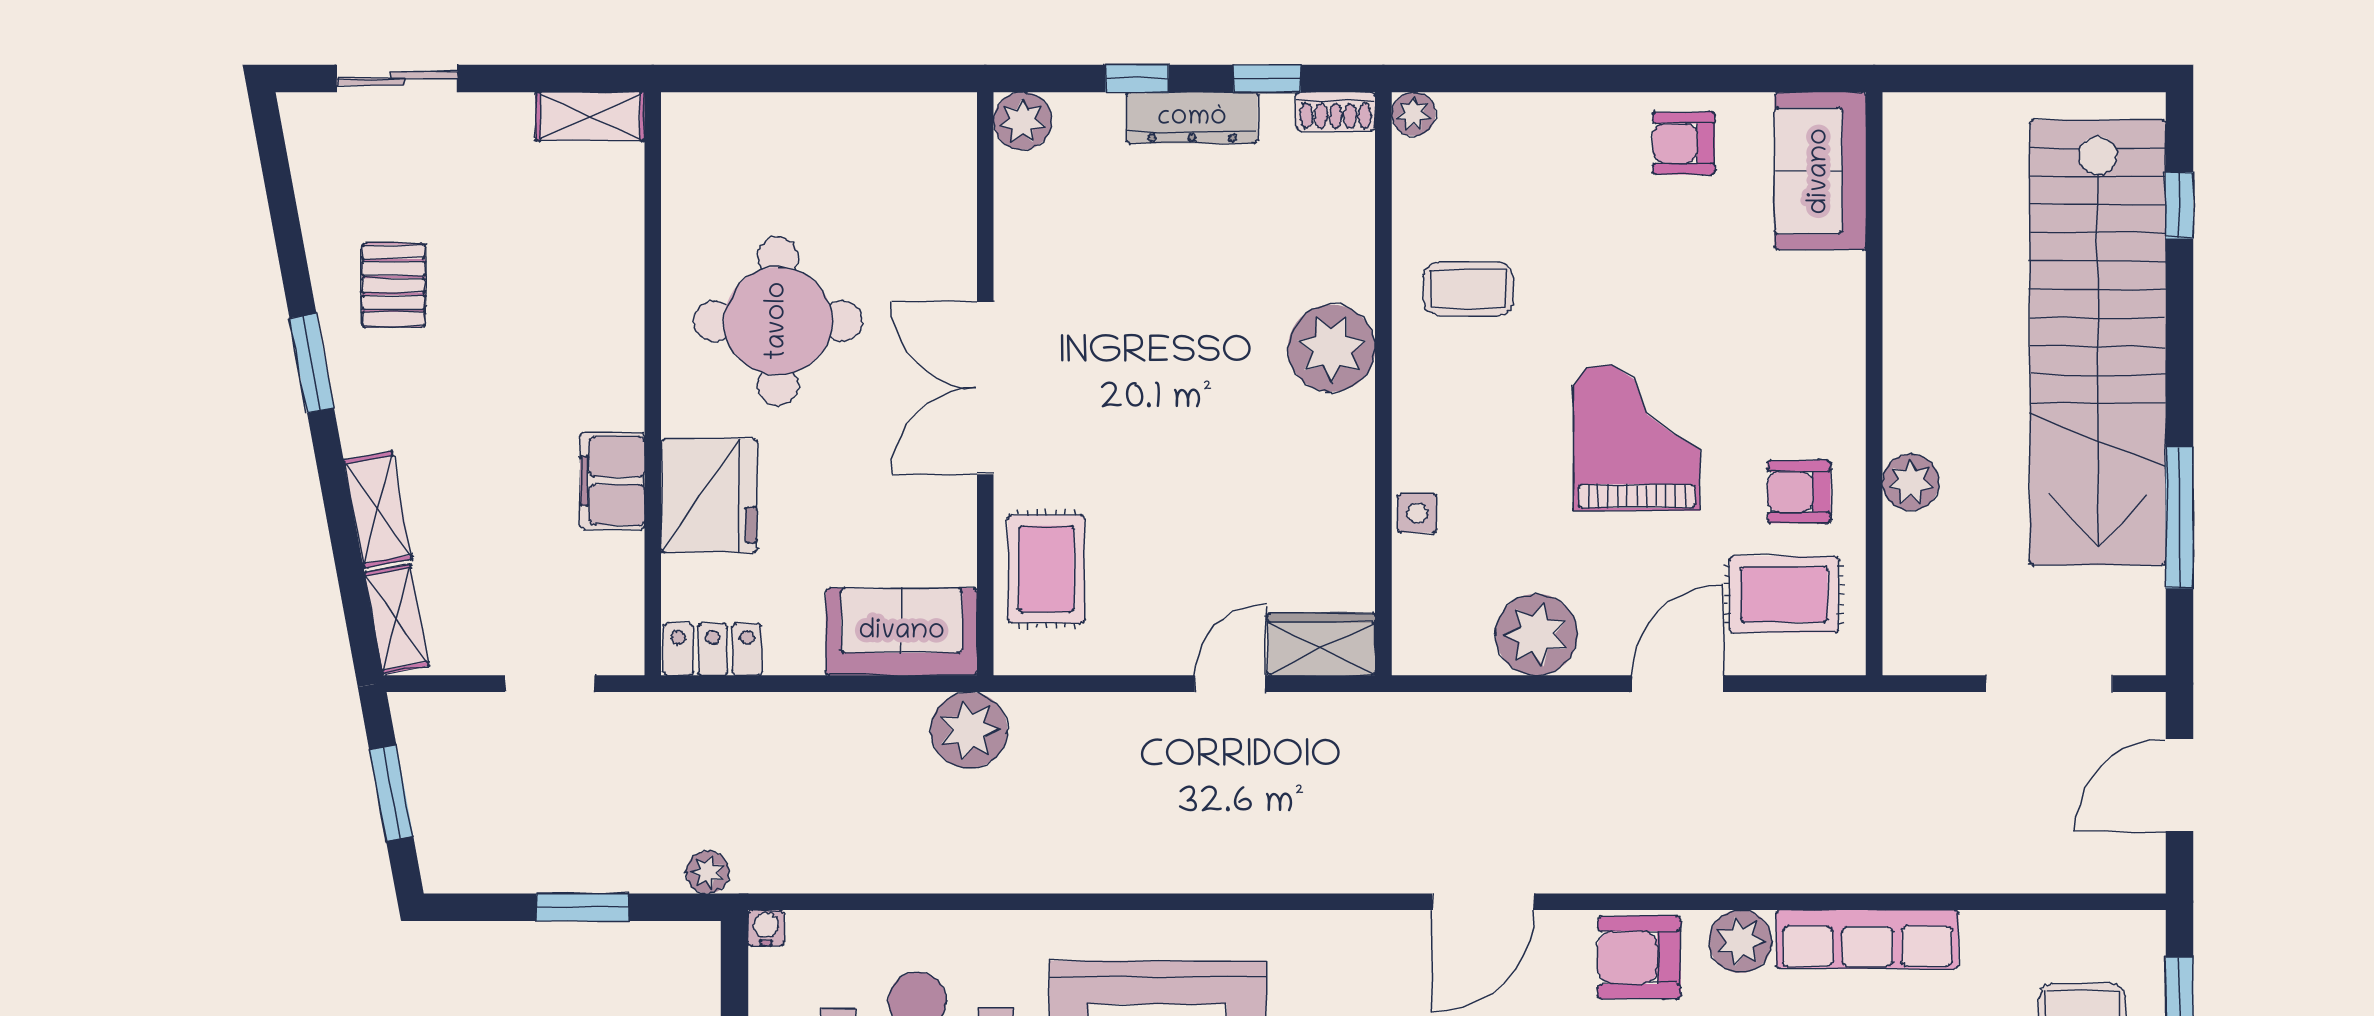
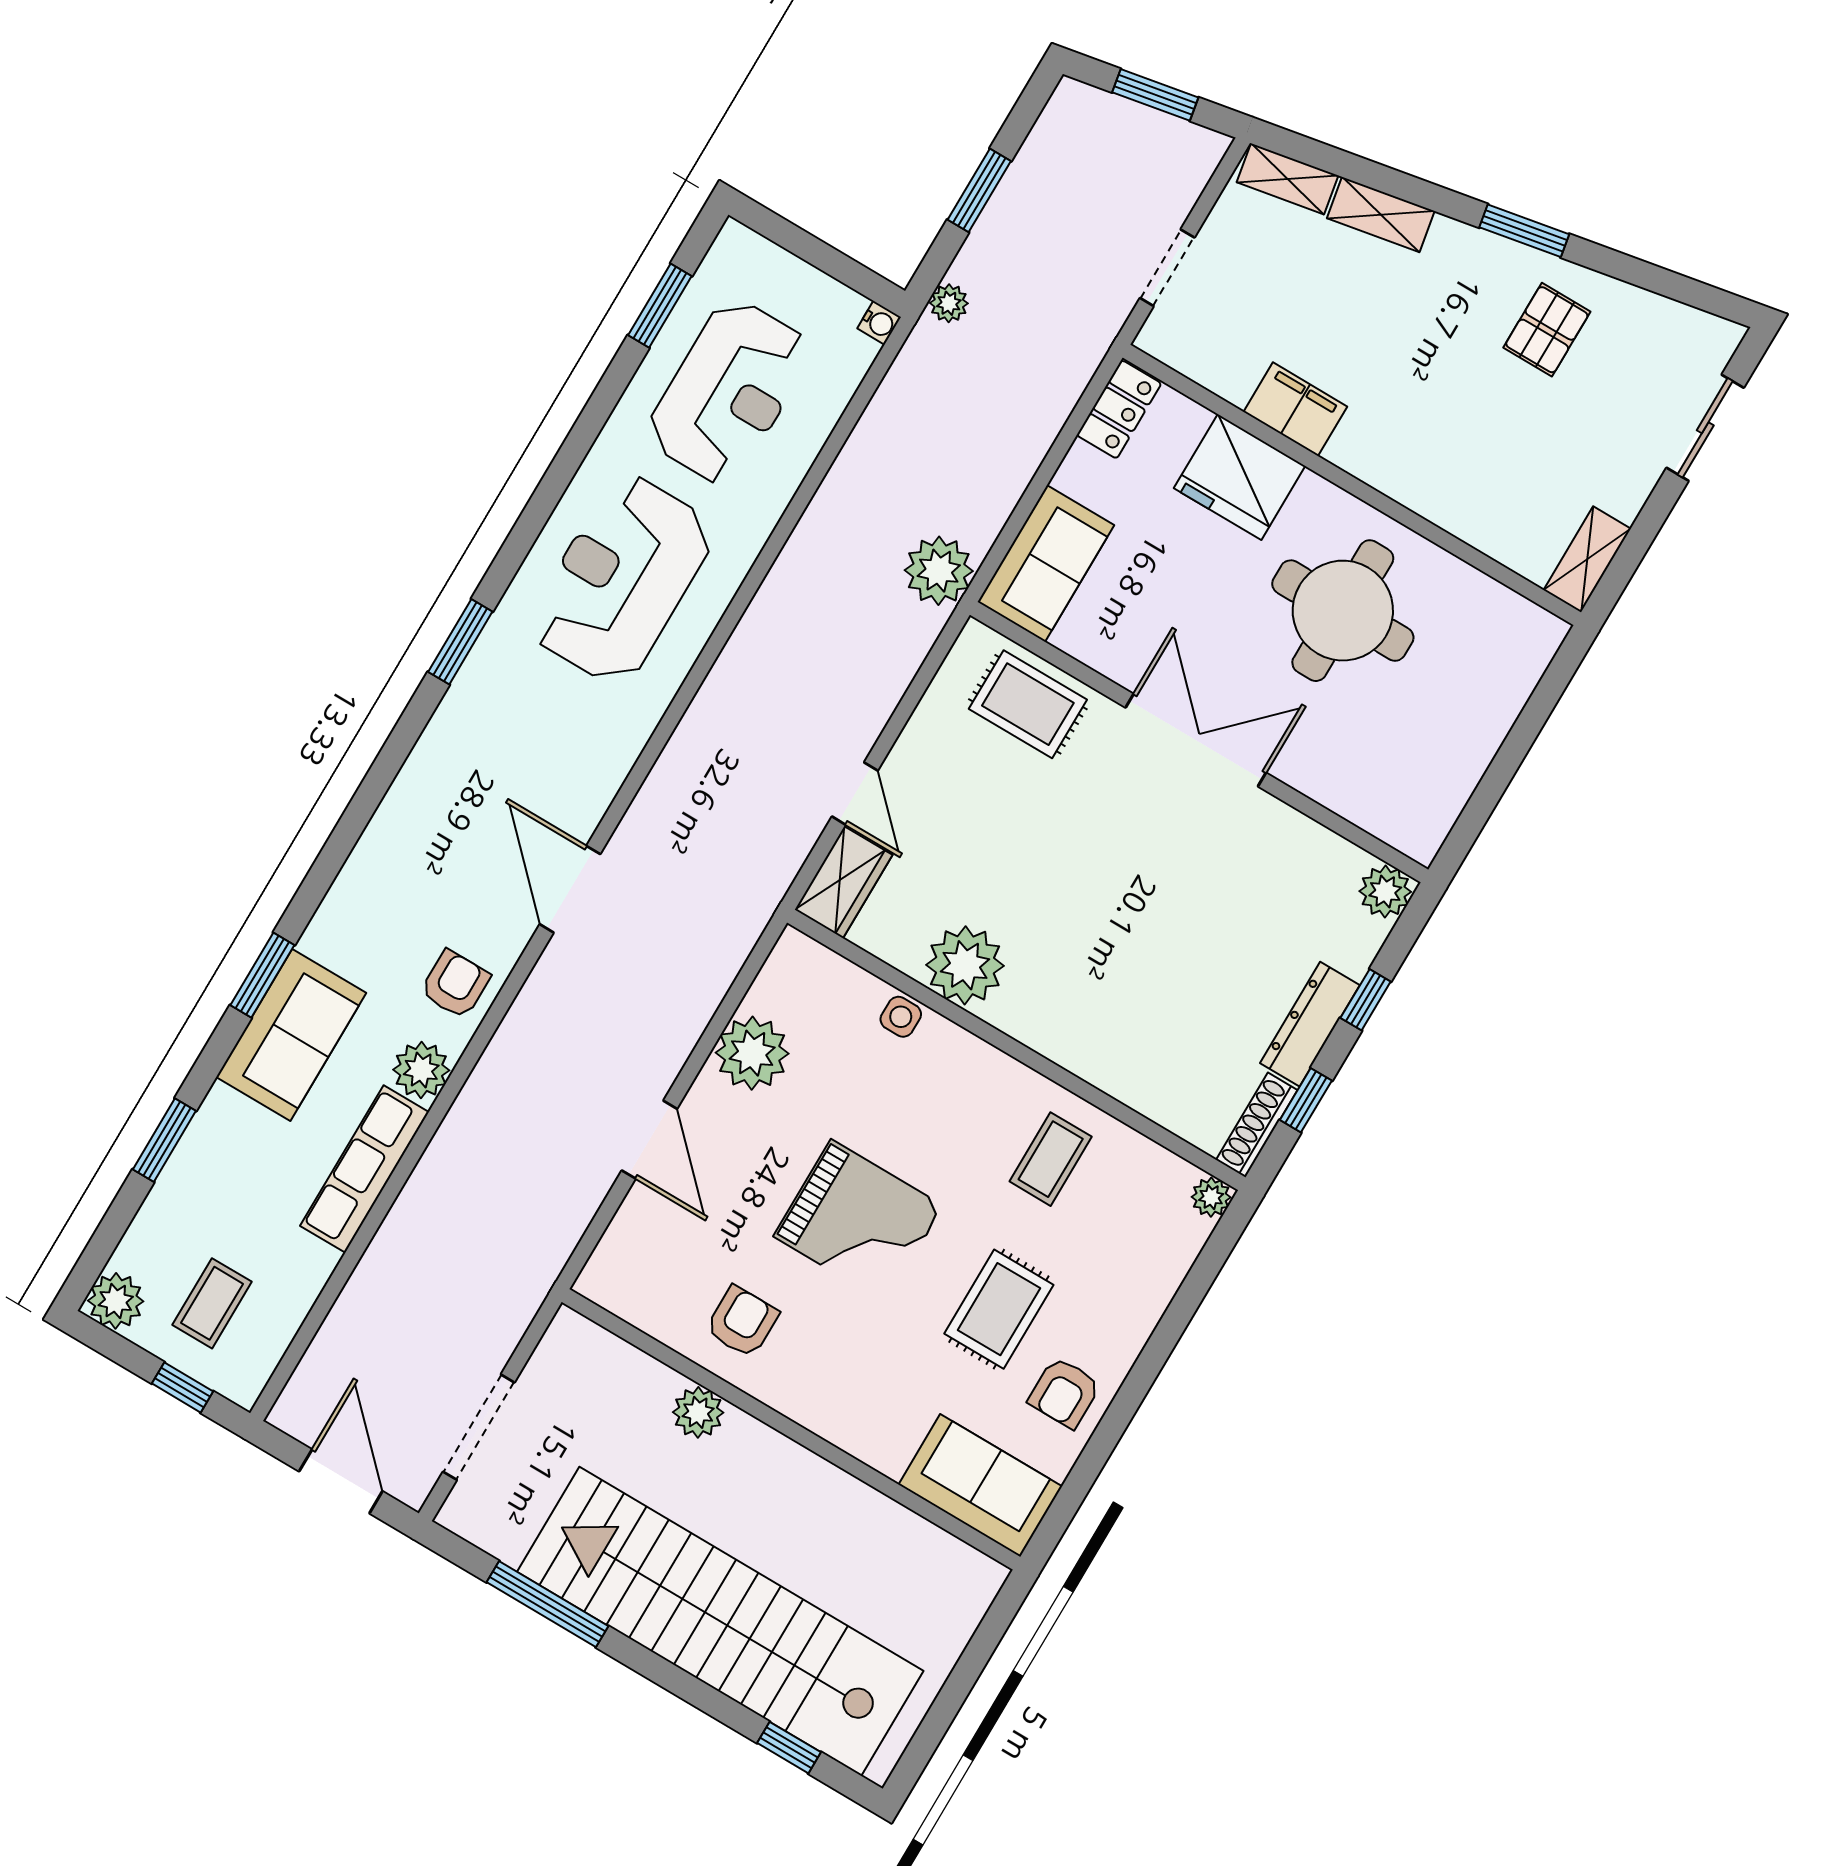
shoe rack: (1336, 111) -> (1257, 1125), width x1.43
armchair: (1684, 143) -> (1064, 1393), turned 180
pallet: (394, 285) -> (1547, 330), turned 90
plant: (1332, 348) -> (965, 965), moved
rug: (1784, 594) -> (999, 1309), moved
armchair: (1639, 958) -> (455, 984), width x0.72, depth x0.72

